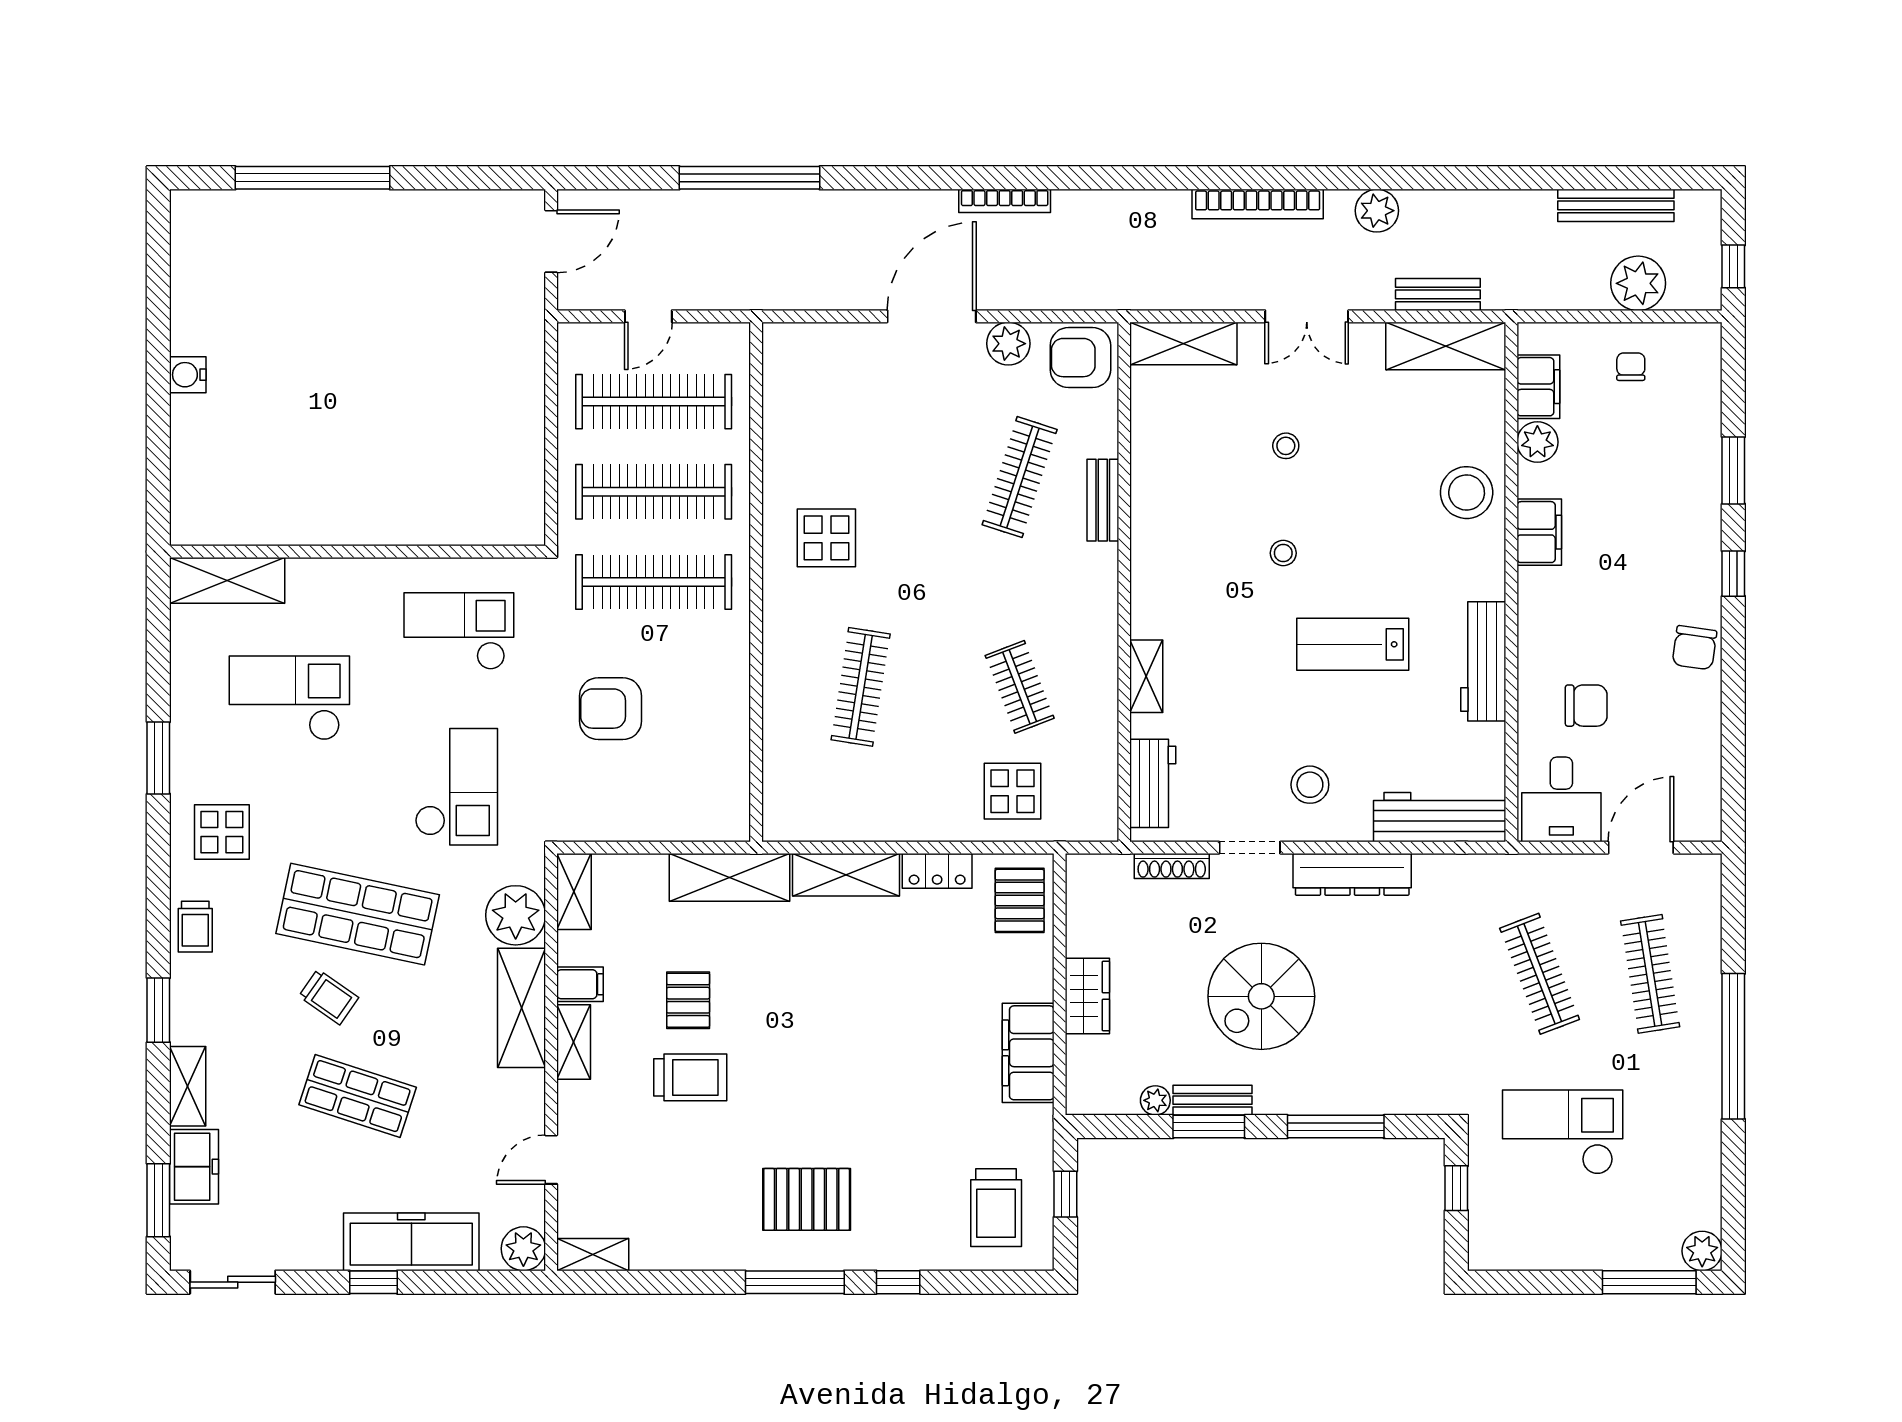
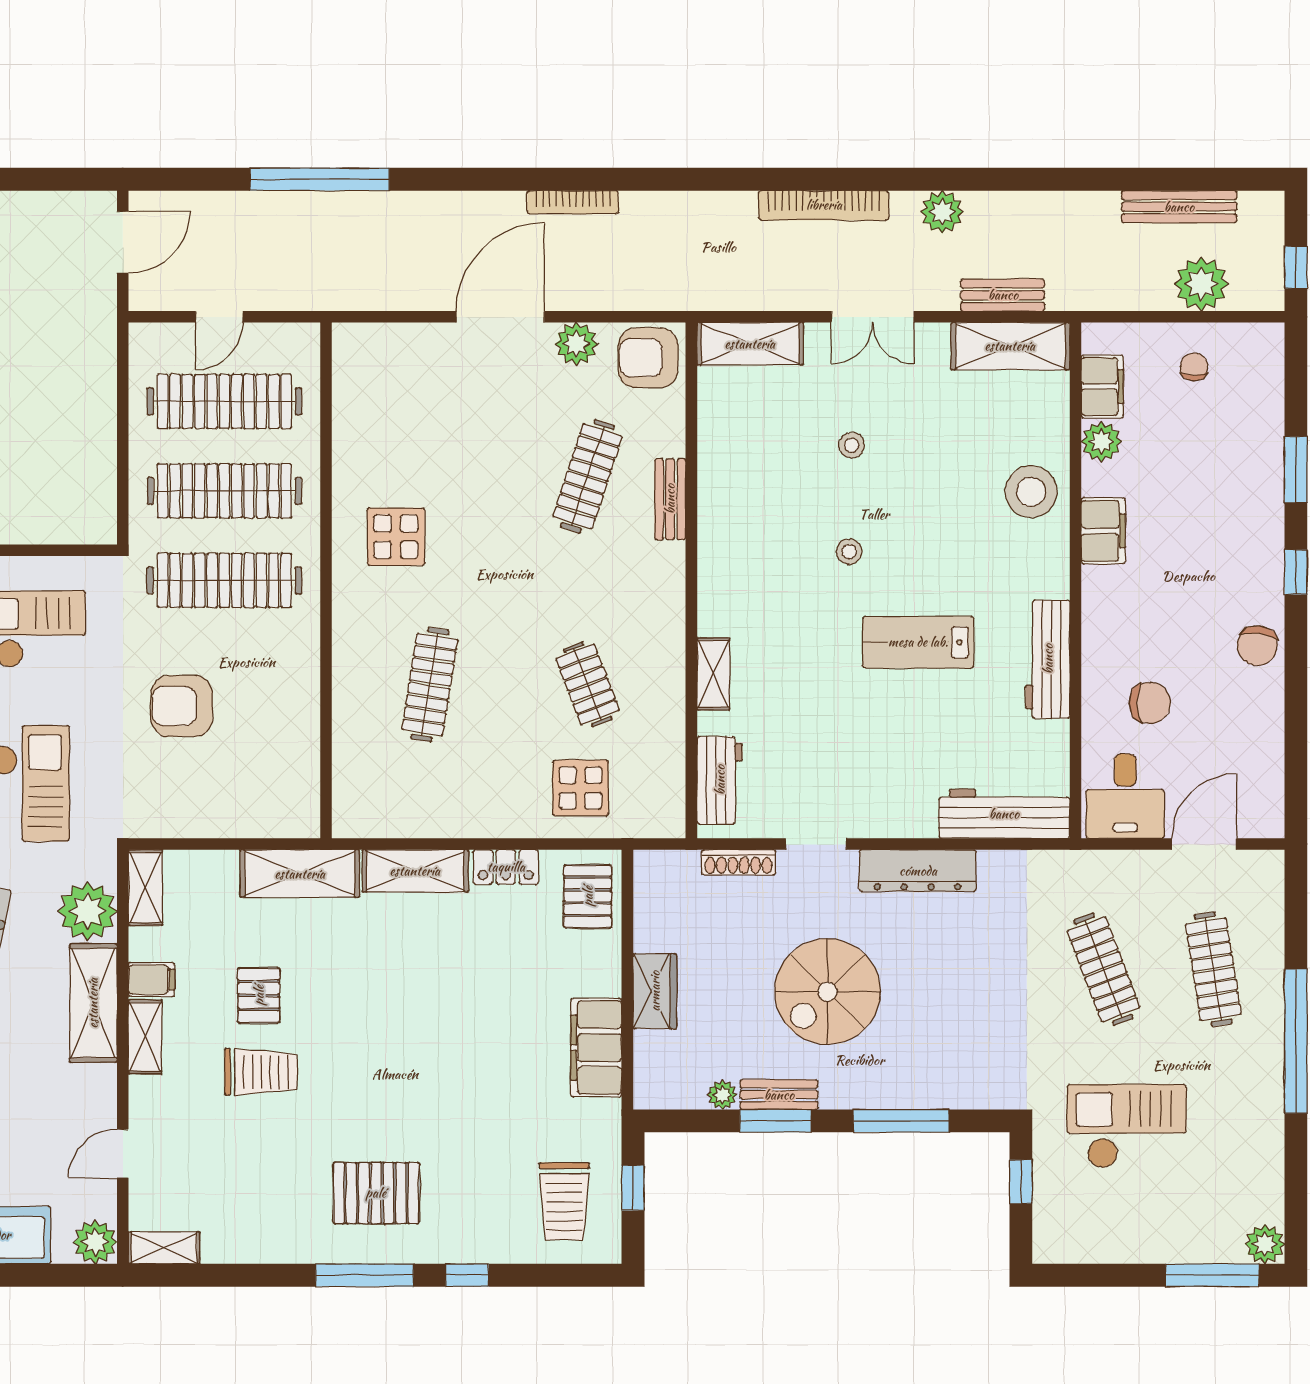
stool: (1310, 785) -> (876, 782), removed

